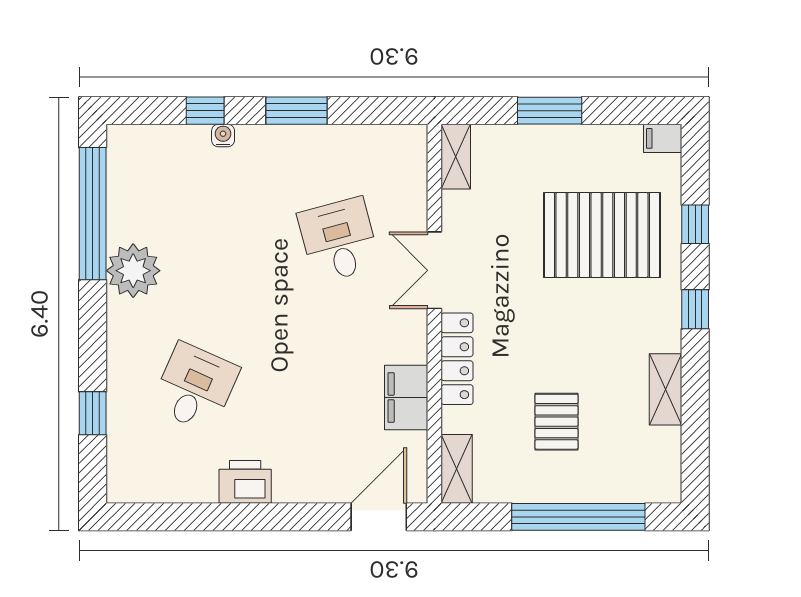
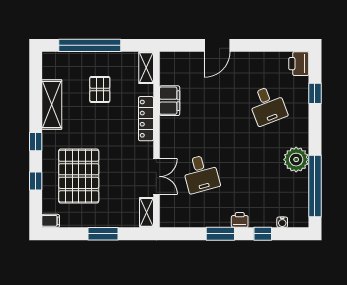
water cooler: (223, 136) -> (282, 222), moved
printer: (255, 140) -> (240, 220), added
pallet: (602, 235) -> (79, 176), turned 90
double door: (434, 270) -> (156, 176), moved
desk: (195, 387) -> (267, 105), turned -45
shelving: (665, 389) -> (52, 104), width x1.50, depth x1.33
printer: (245, 482) -> (299, 64), moved, turned 90
door: (379, 517) -> (217, 45), moved

